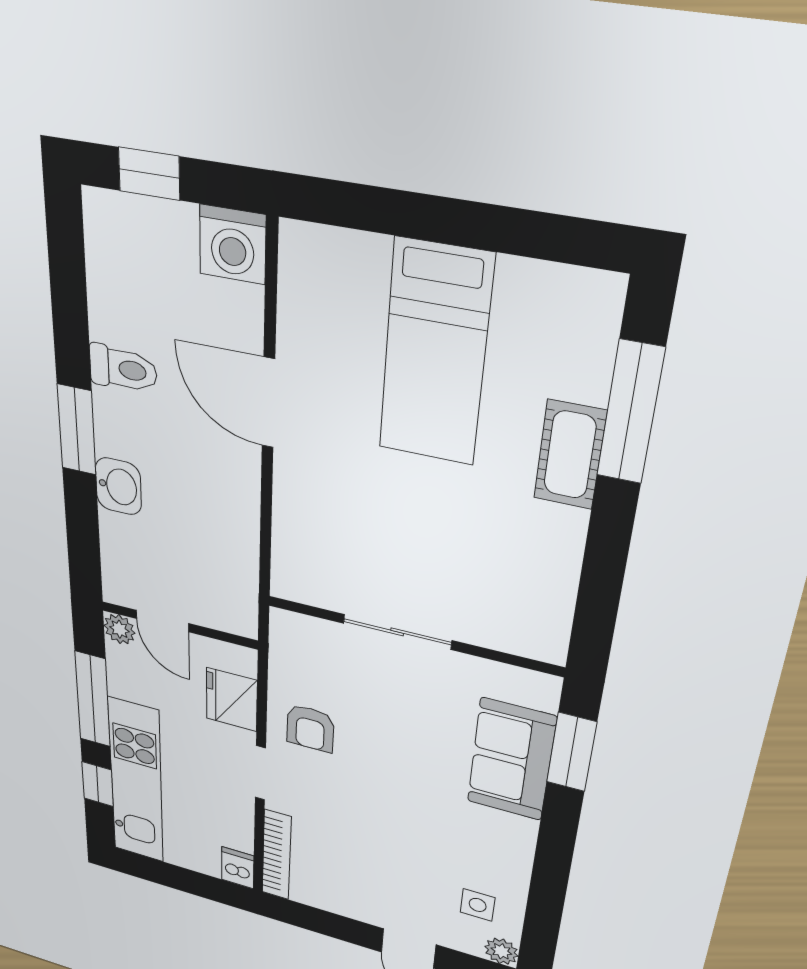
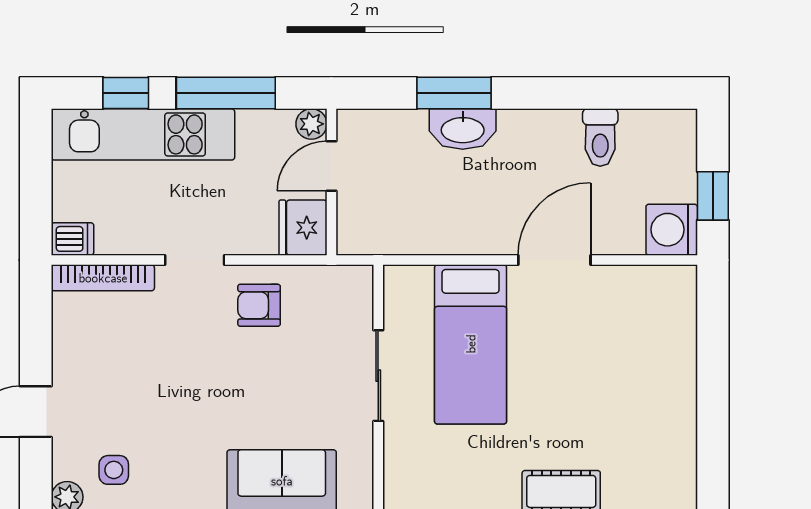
window: (149, 174) -> (713, 196), moved
bed: (435, 354) -> (471, 344), moved, turned -90
toilet: (123, 369) -> (600, 138), moved
window: (77, 430) -> (454, 93), moved
washbasin: (118, 486) -> (463, 129), width x1.38
fridge: (232, 700) -> (303, 228), moved, turned -90

